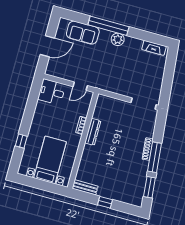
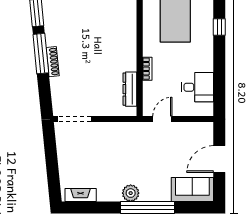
sofa: (83, 33) -> (192, 189), moved
desk: (52, 92) -> (197, 87), moved
dresser: (93, 132) -> (130, 89), moved

